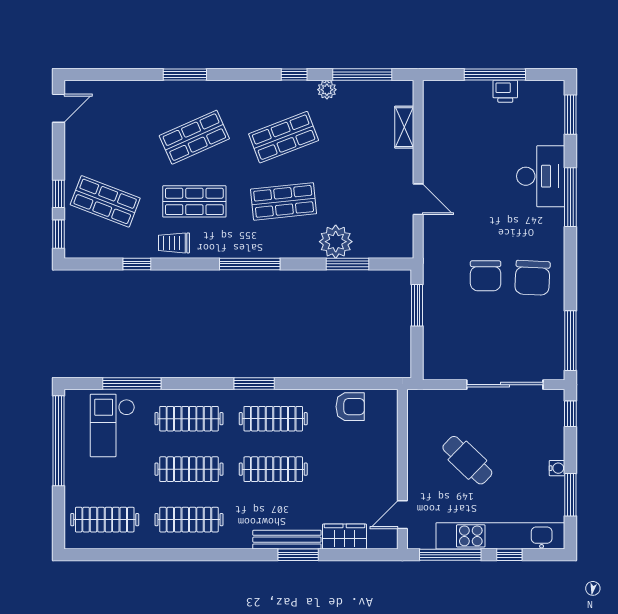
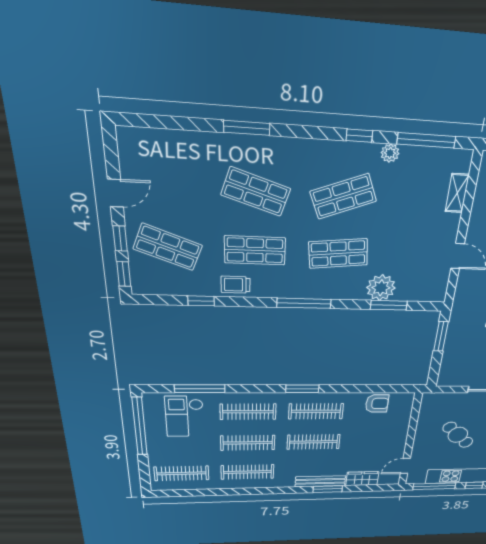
door: (59, 108) -> (115, 193), moved
shop shelf: (194, 137) -> (256, 192), turned 42

